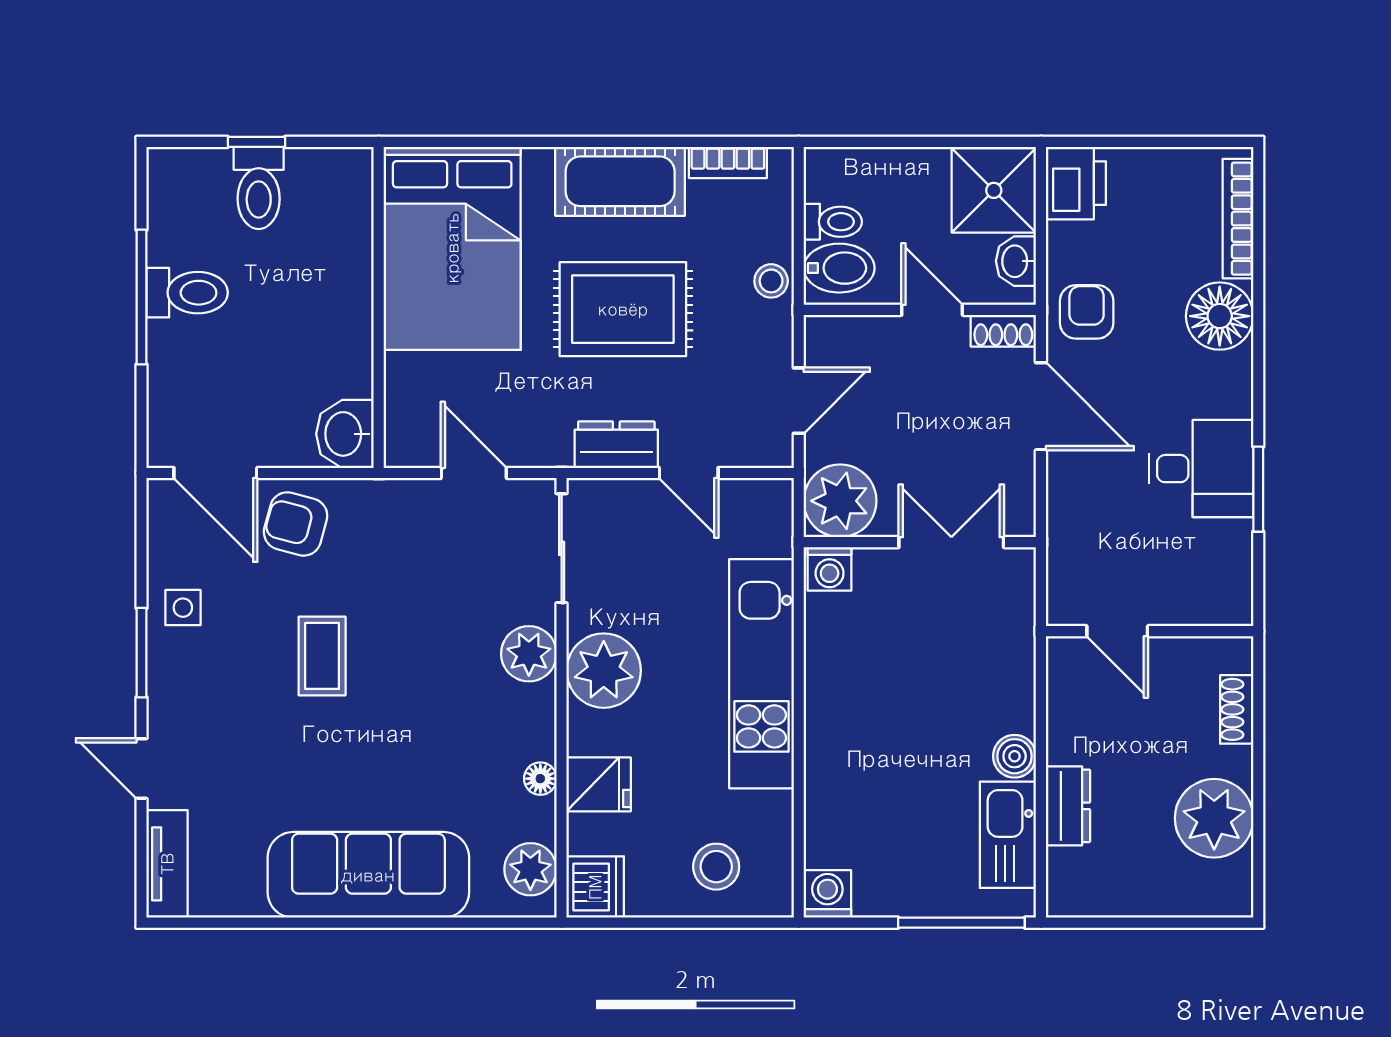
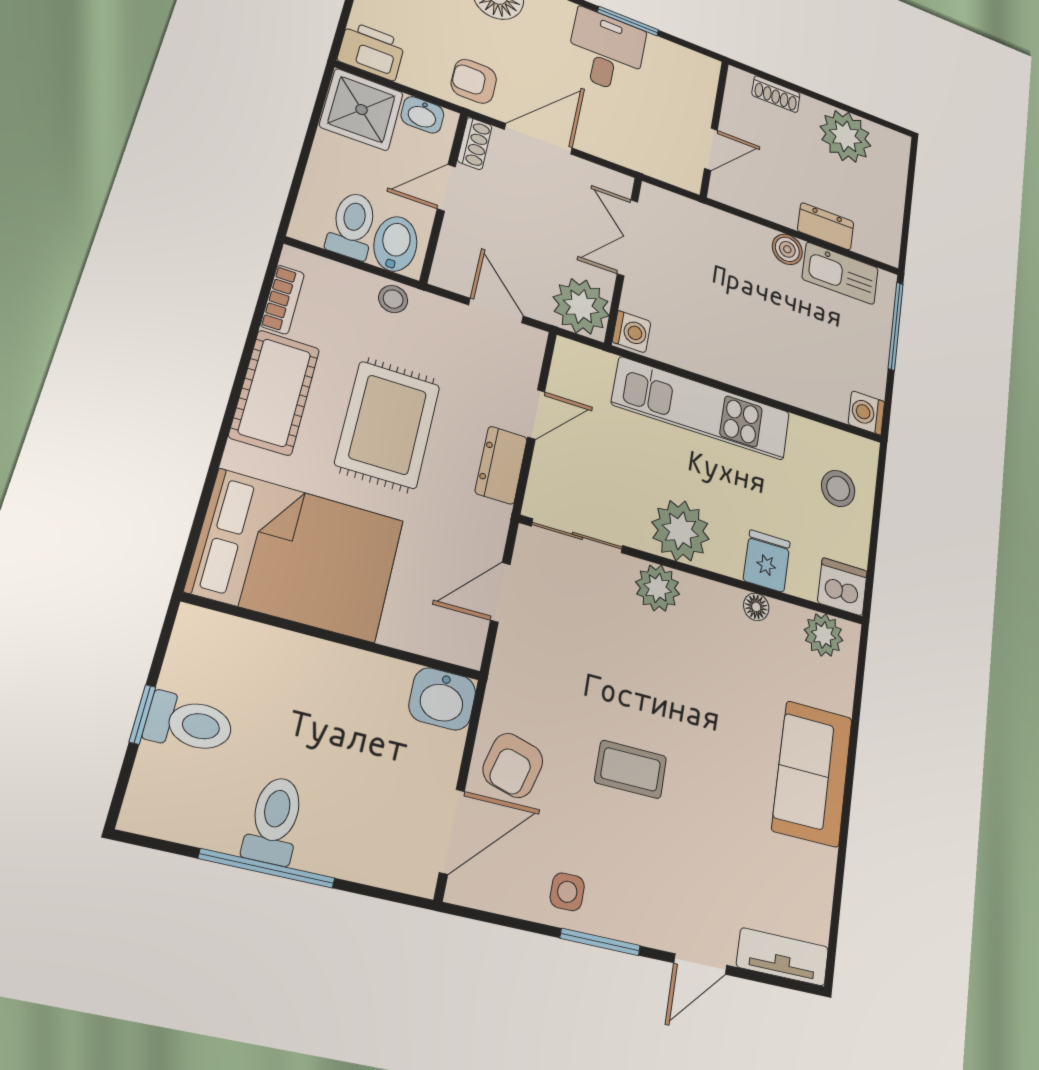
toilet: (833, 222) -> (352, 225), width x1.37, depth x1.39
sofa: (368, 875) -> (812, 773), width x0.73

